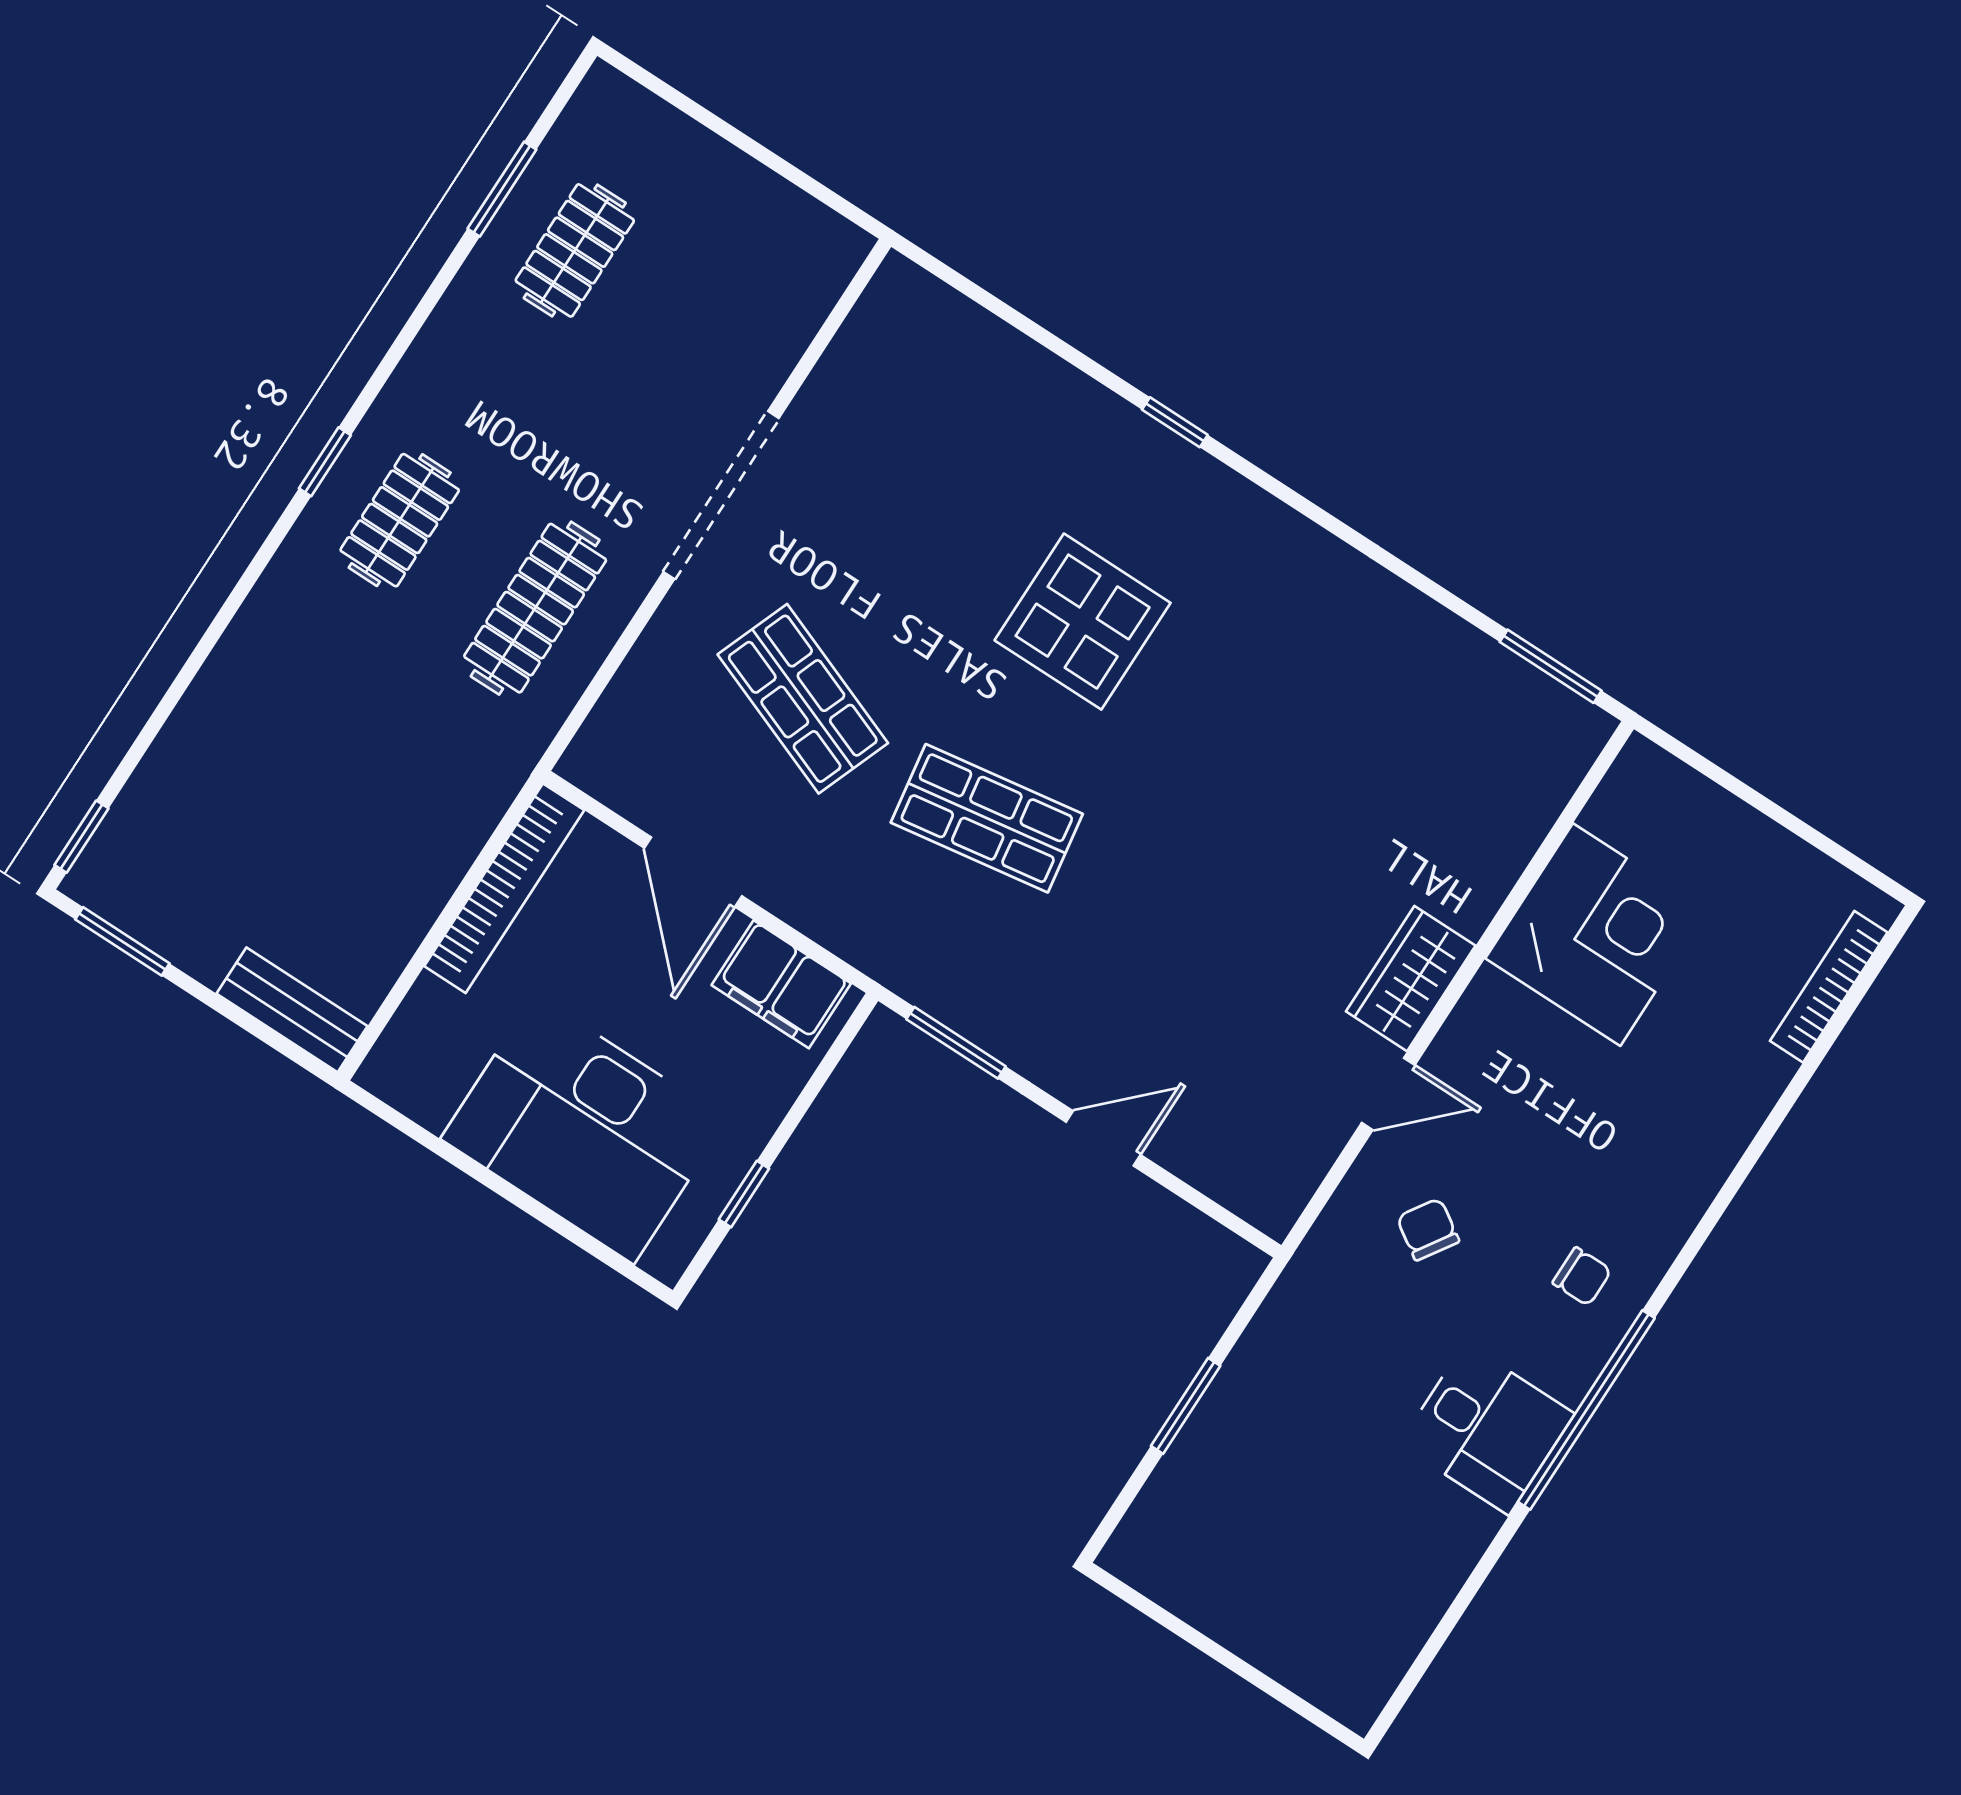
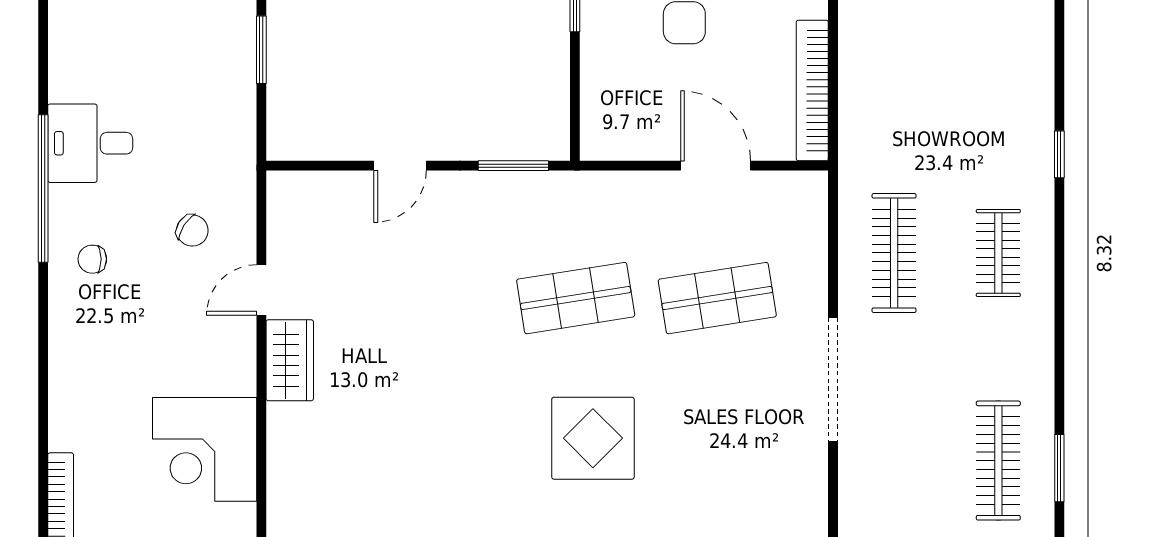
clothes rail: (575, 250) -> (998, 461), width x1.36
window: (325, 462) -> (1059, 154), moved
shop shelf: (803, 699) -> (717, 298), turned -30
filing cabinet: (781, 984) -> (629, 136), removed

